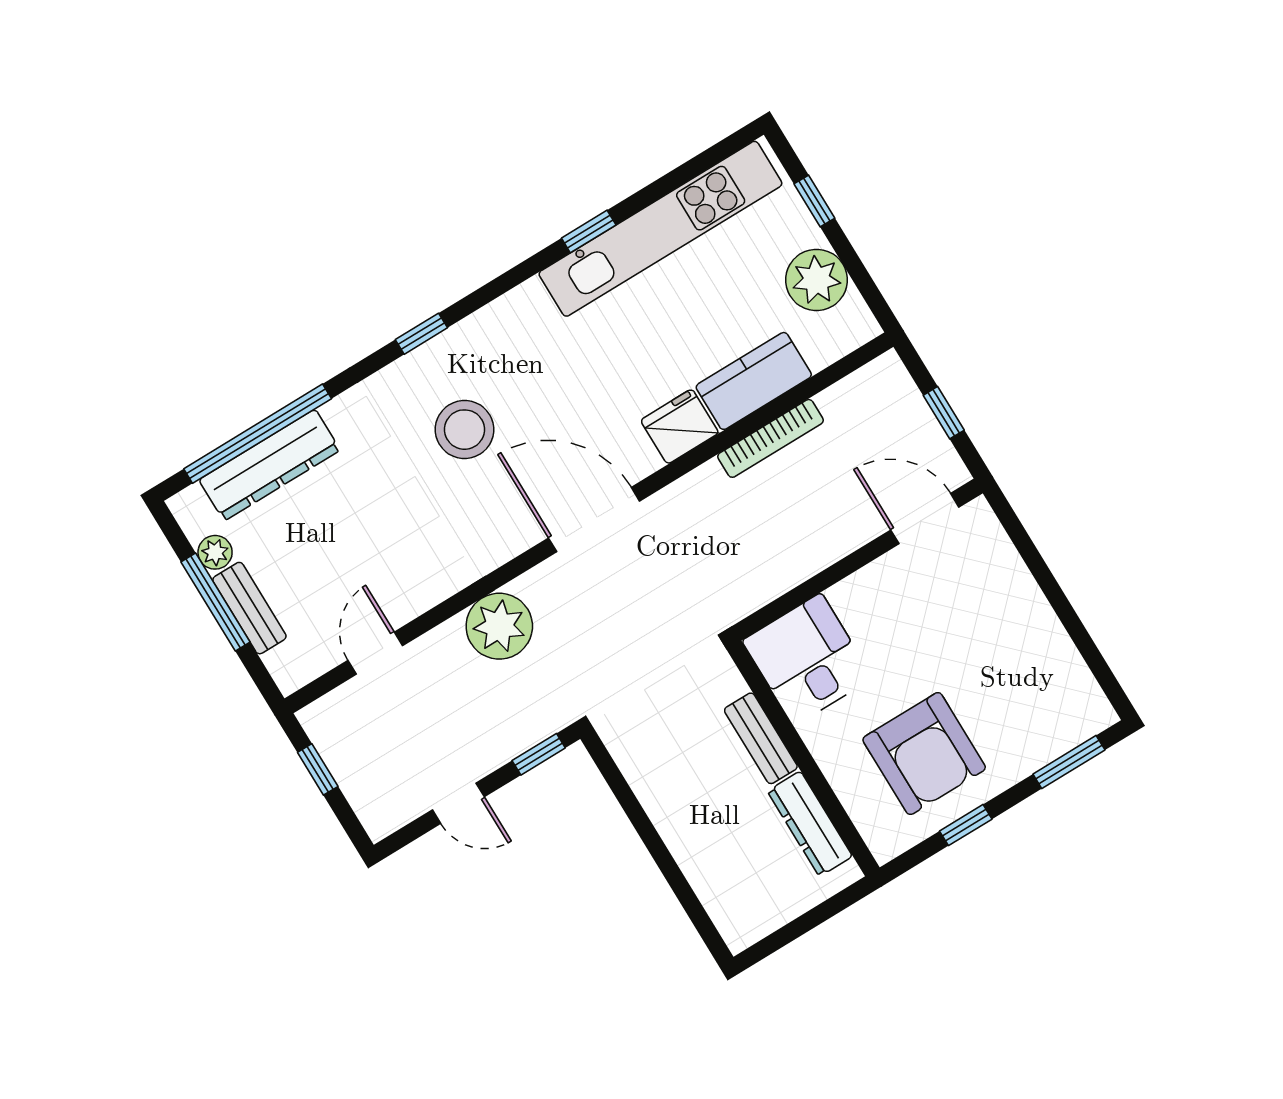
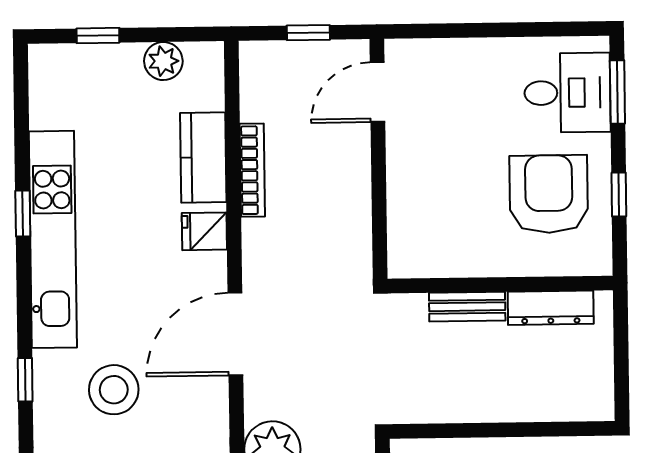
kitchen unit: (660, 229) -> (53, 239), moved
plant: (817, 280) -> (163, 61), width x0.73, depth x0.73
fridge: (680, 427) -> (204, 231), width x0.72
desk: (807, 659) -> (567, 93), moved, turned 180
armchair: (924, 754) -> (549, 194), turned -90

